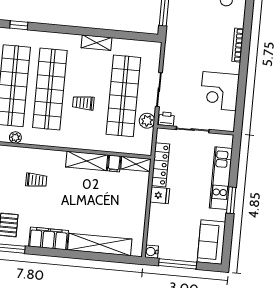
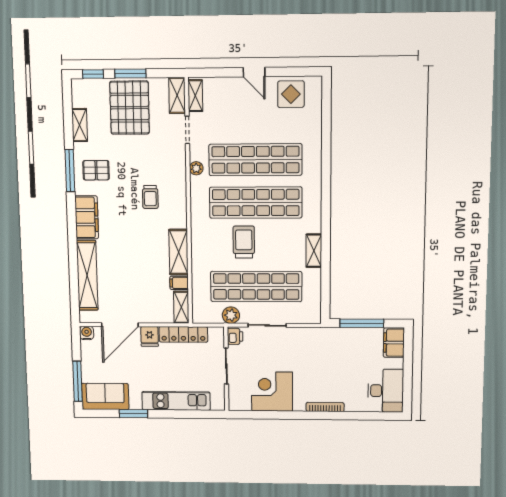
window: (19, 25) -> (326, 159), removed
trolley: (83, 103) -> (244, 242), width x1.36, depth x1.39
window: (231, 200) -> (133, 414), moved
door: (147, 221) -> (120, 325), added
window: (178, 264) -> (78, 381), moved

